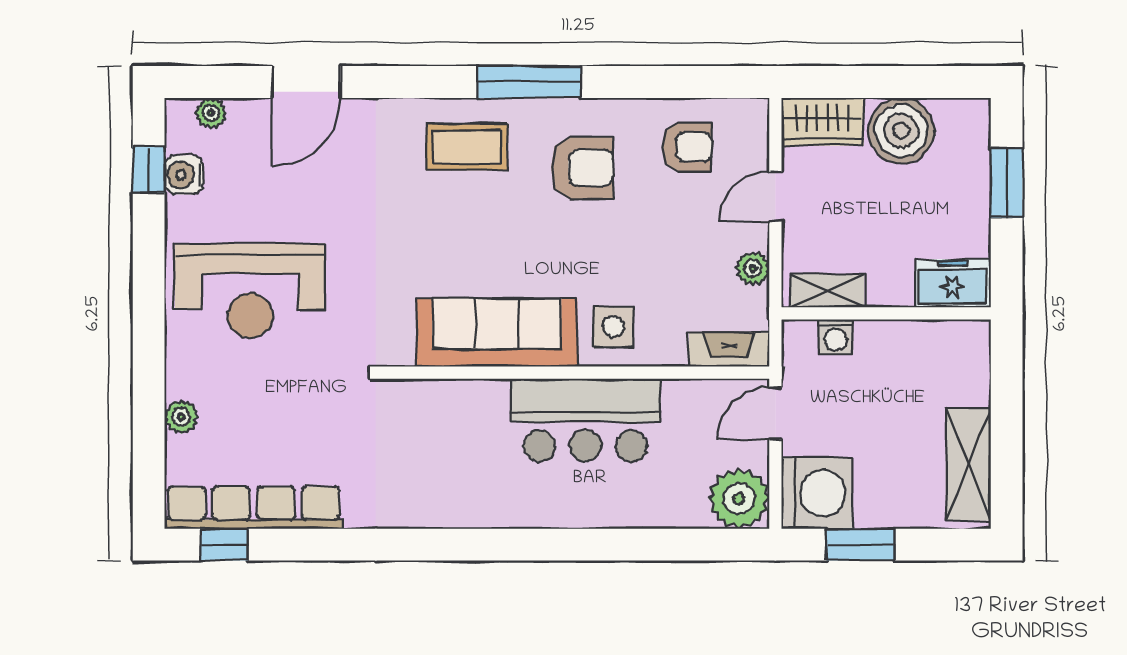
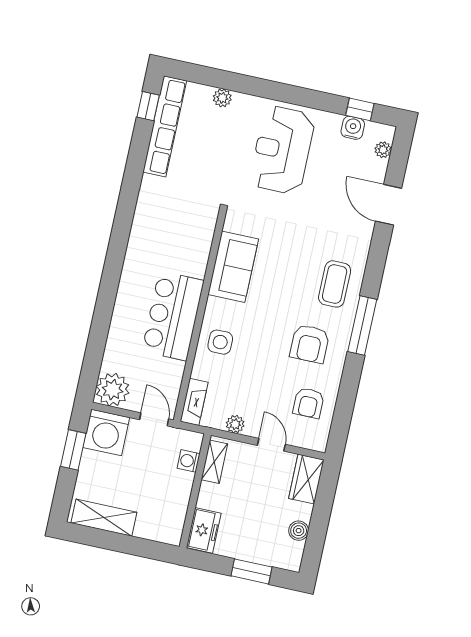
boiler: (901, 131) -> (299, 531), width x0.54, depth x0.54
sofa: (497, 333) -> (233, 267), width x0.73

